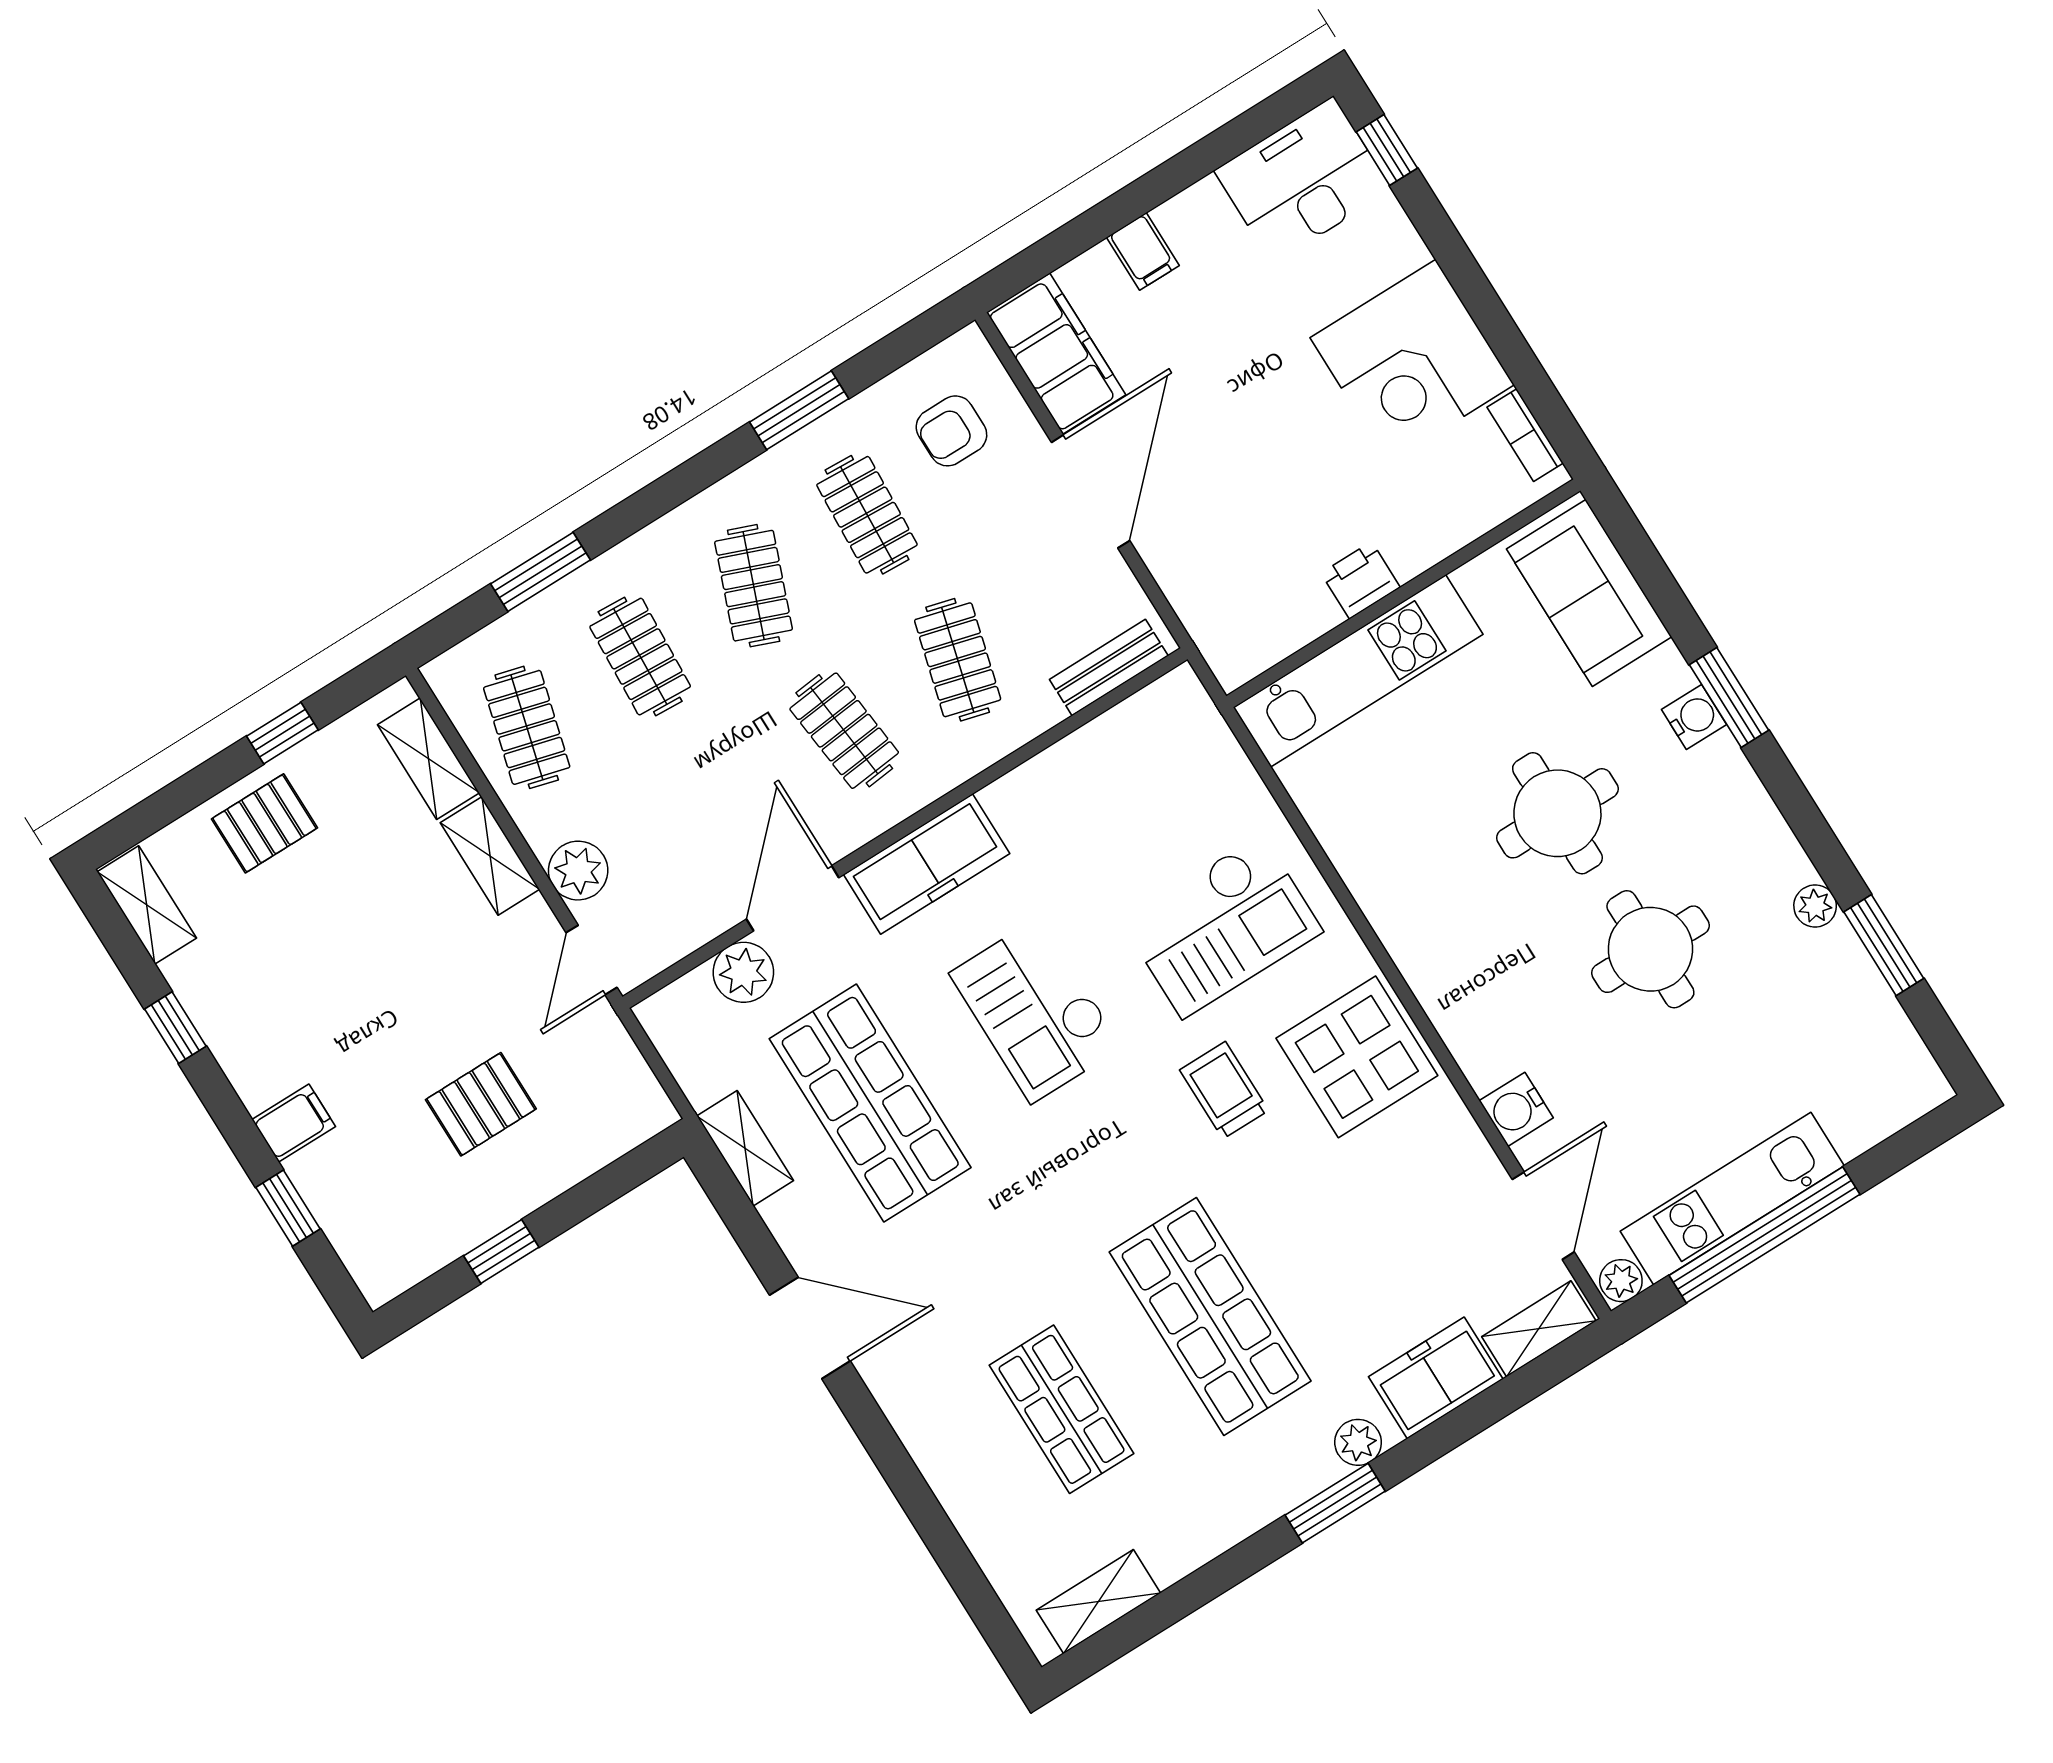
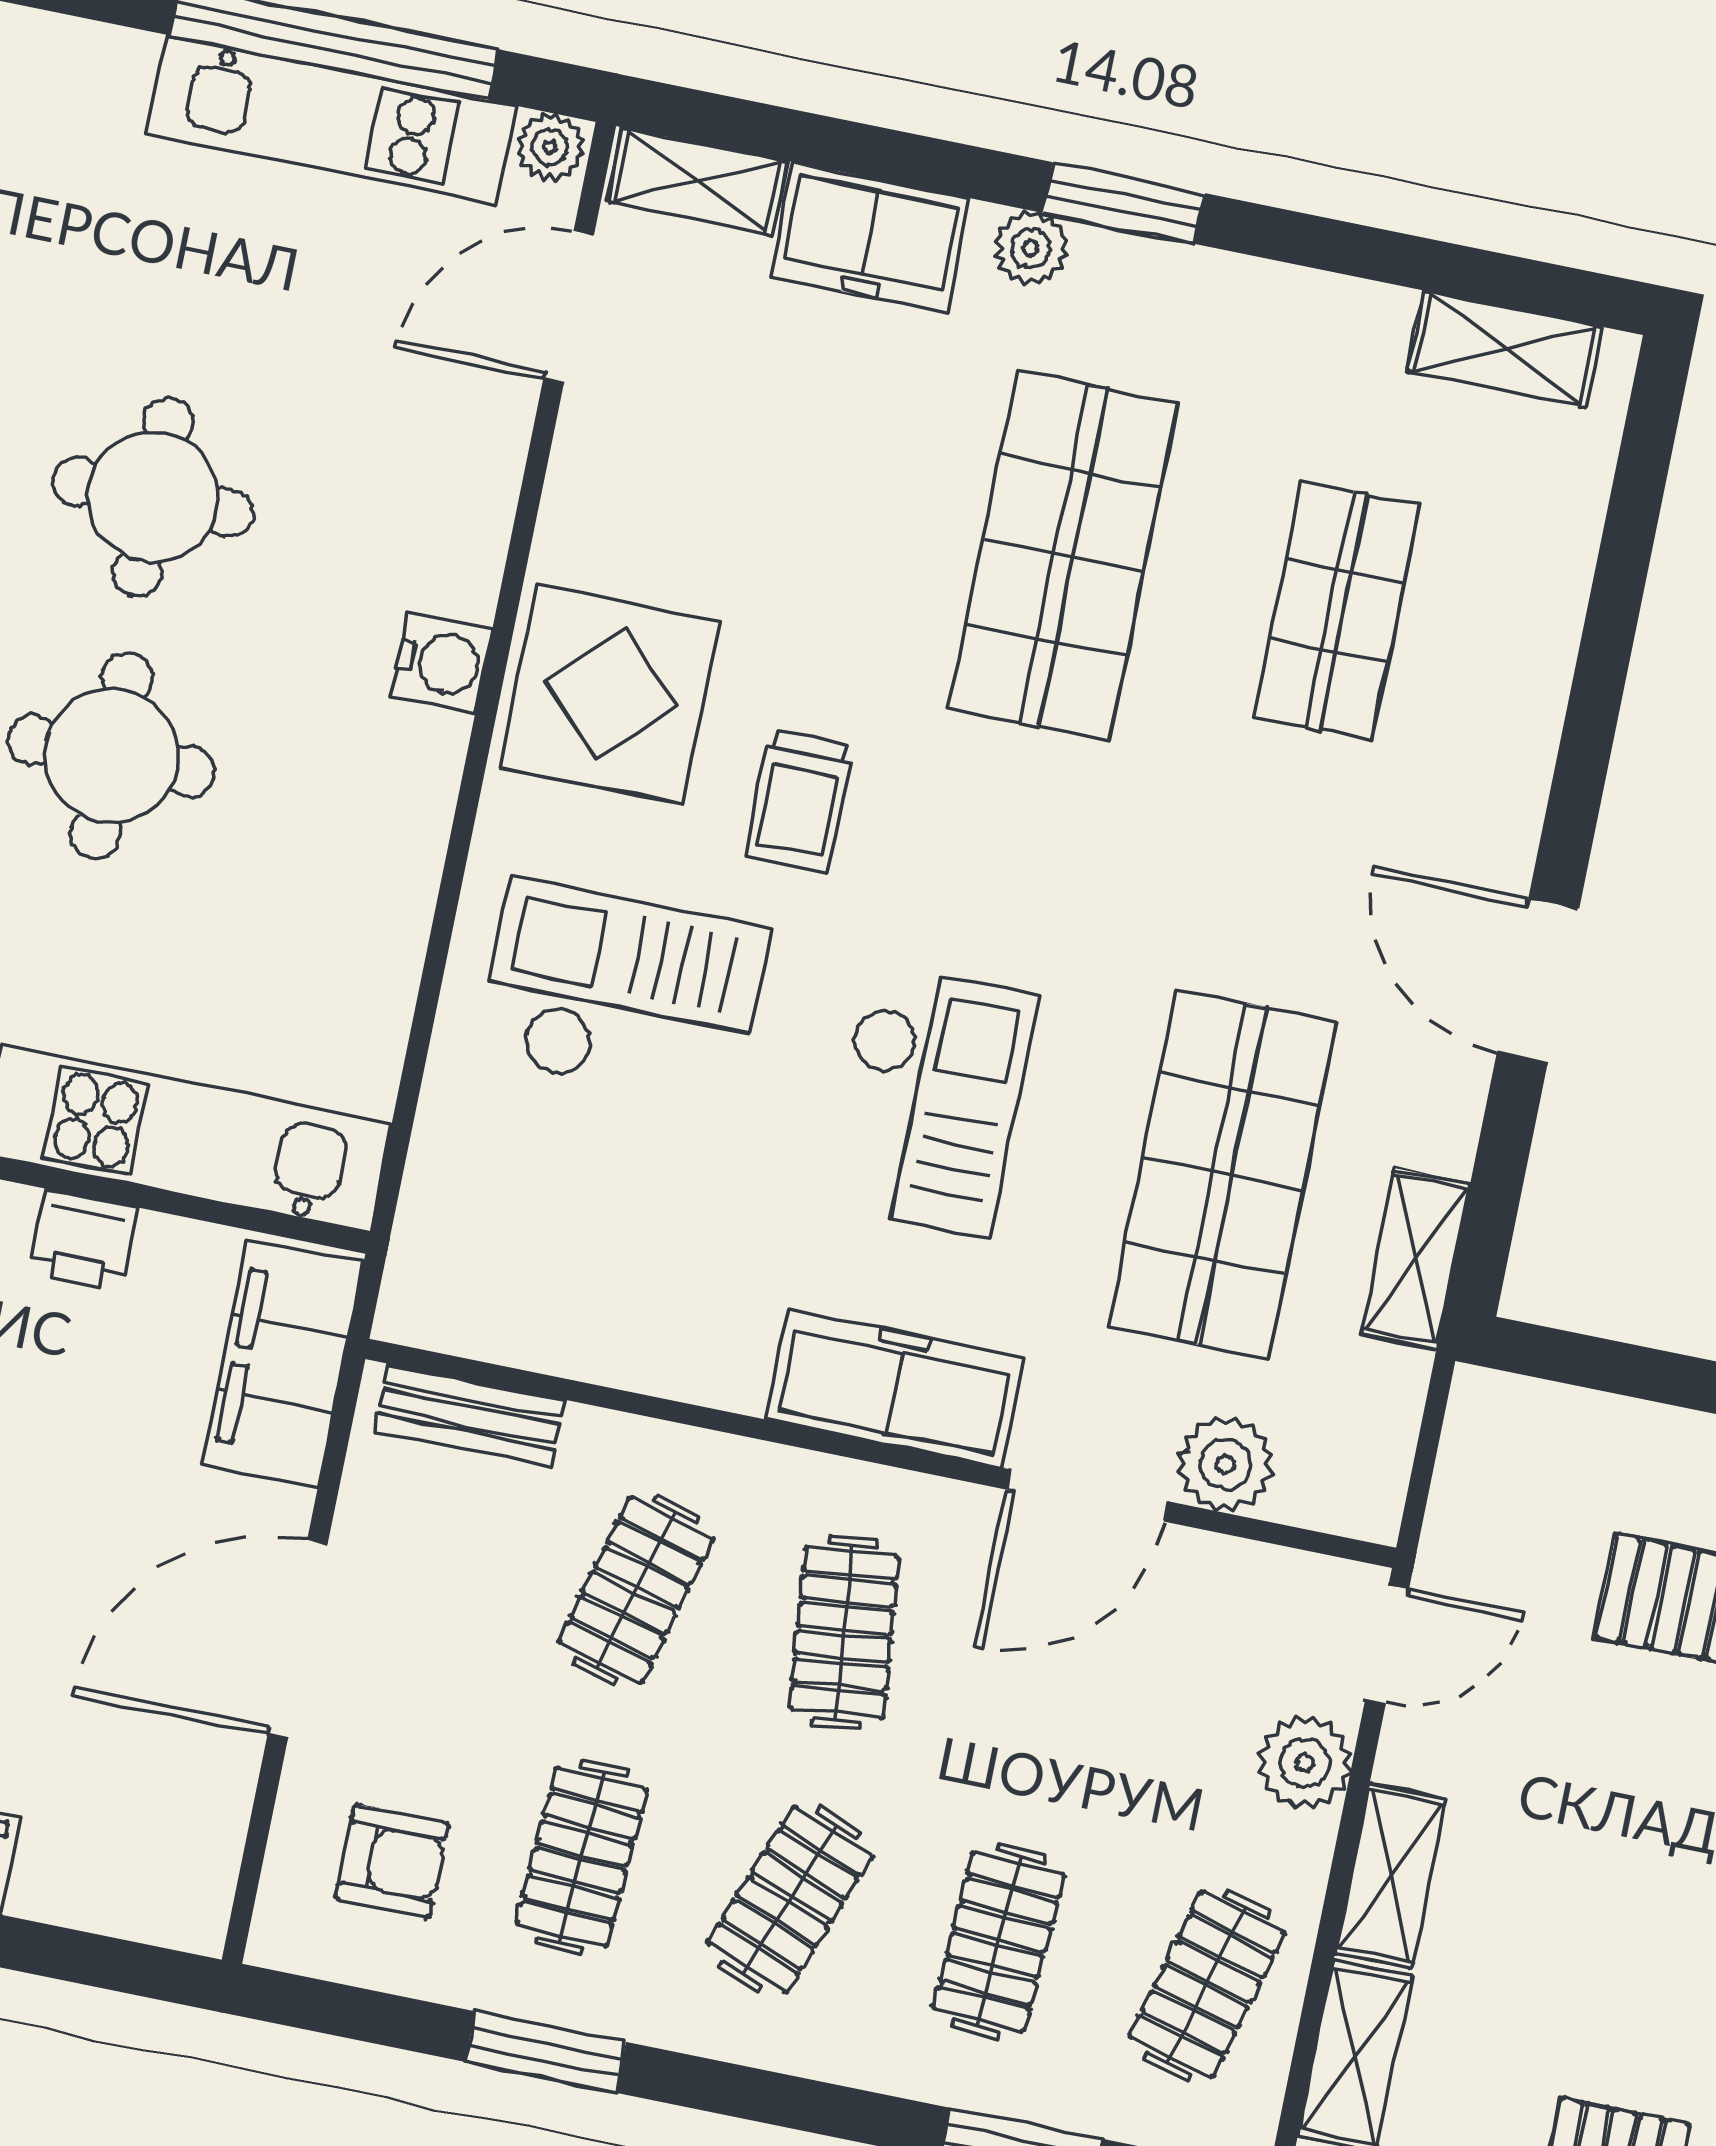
filing cabinet: (1056, 354) -> (282, 1364), moved
water cooler: (1516, 1109) -> (442, 663), moved

